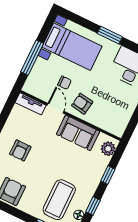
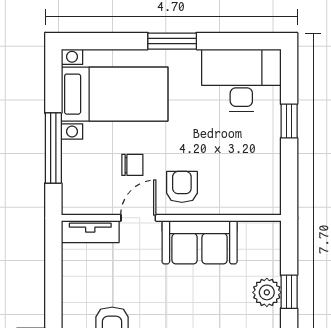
armchair: (82, 104) -> (182, 187), turned 81
door: (55, 108) -> (138, 218), hinge flipped
plant: (108, 149) -> (267, 292), moved

